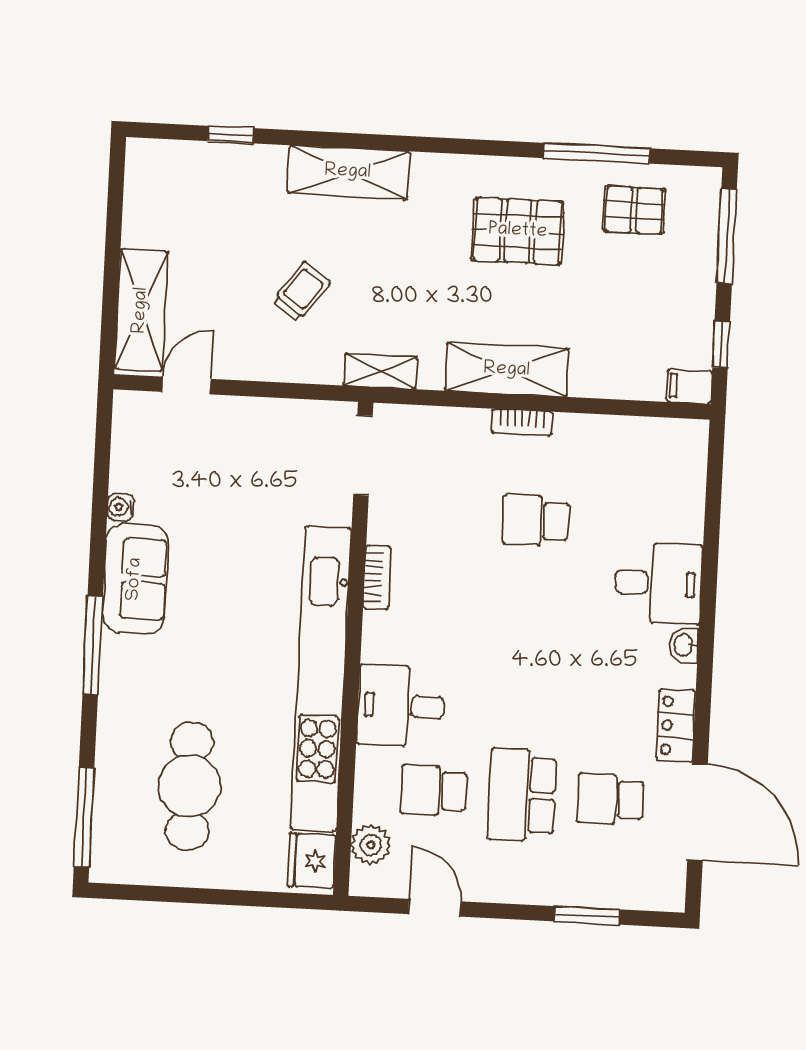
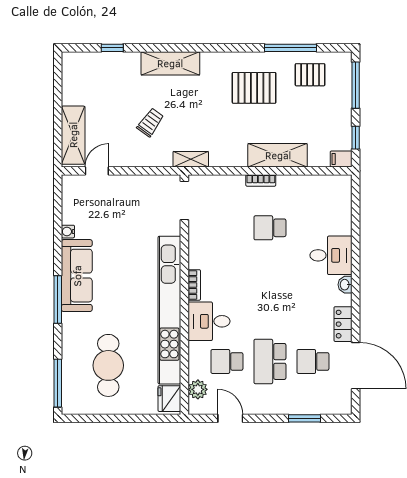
shelving: (507, 370) -> (278, 155), moved
bookcase: (377, 577) -> (194, 285), moved
sofa: (135, 579) -> (77, 276), width x1.36

